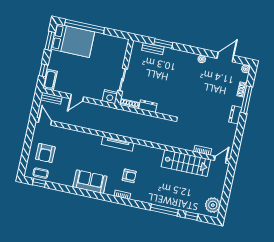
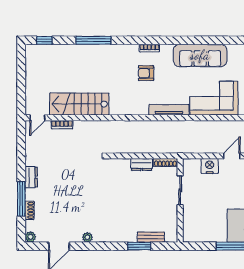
nightstand: (110, 97) -> (210, 166), moved
corner sofa: (81, 145) -> (214, 98), added
sofa: (90, 182) -> (200, 55), width x1.36
plant: (213, 205) -> (35, 59), removed
window: (191, 216) -> (44, 40), moved

